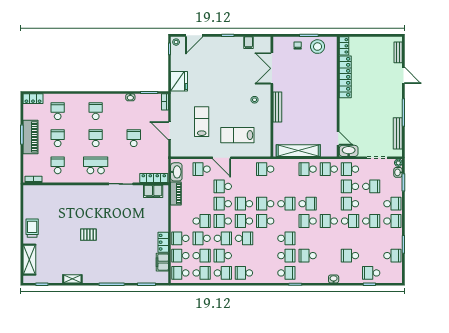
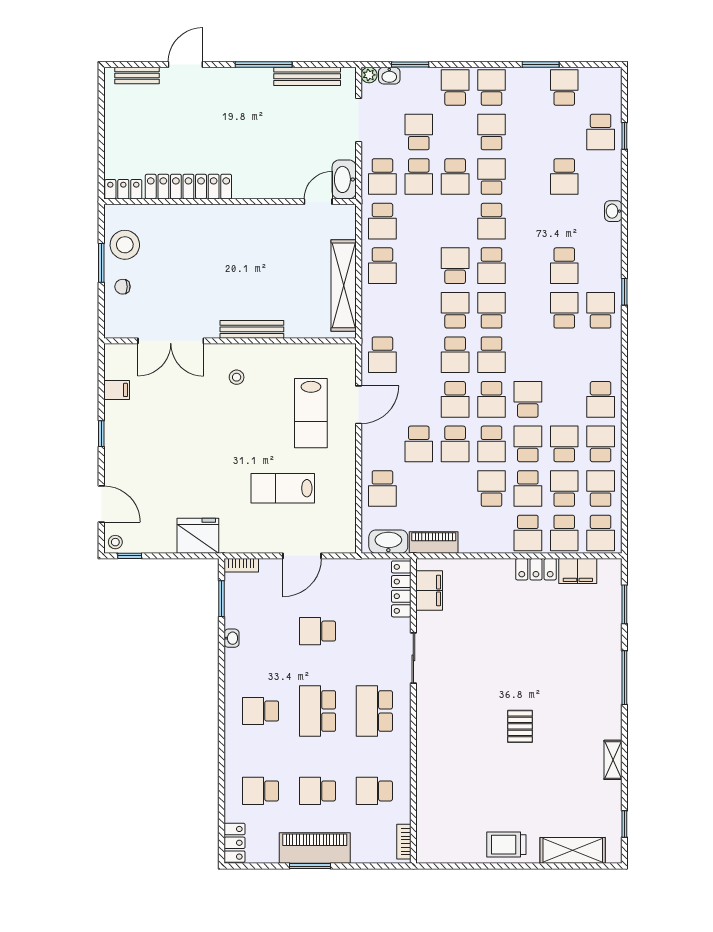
school desk: (96, 138) -> (317, 711), width x1.85
door: (222, 158) -> (359, 405), moved
school desk: (286, 238) -> (491, 310), moved
school desk: (223, 256) -> (564, 444), turned 180

